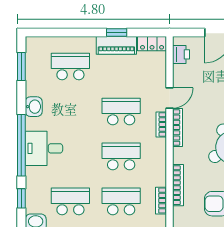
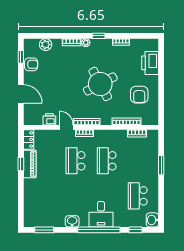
printer: (181, 54) -> (49, 119), moved
school desk: (70, 66) -> (44, 196), removed
school desk: (121, 201) -> (138, 161), removed

